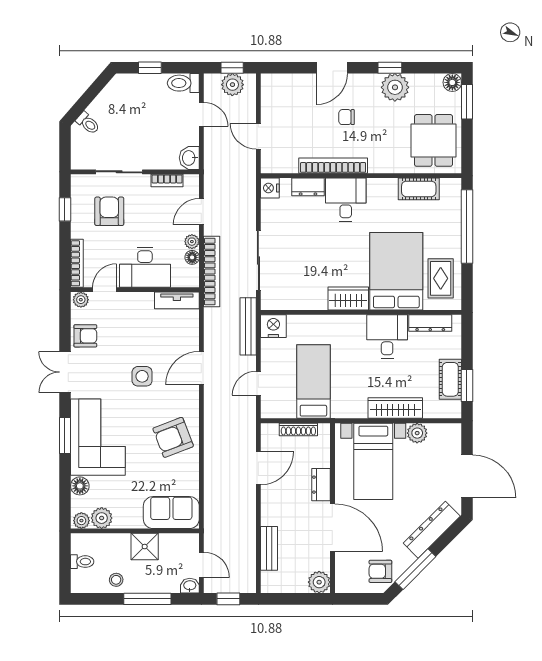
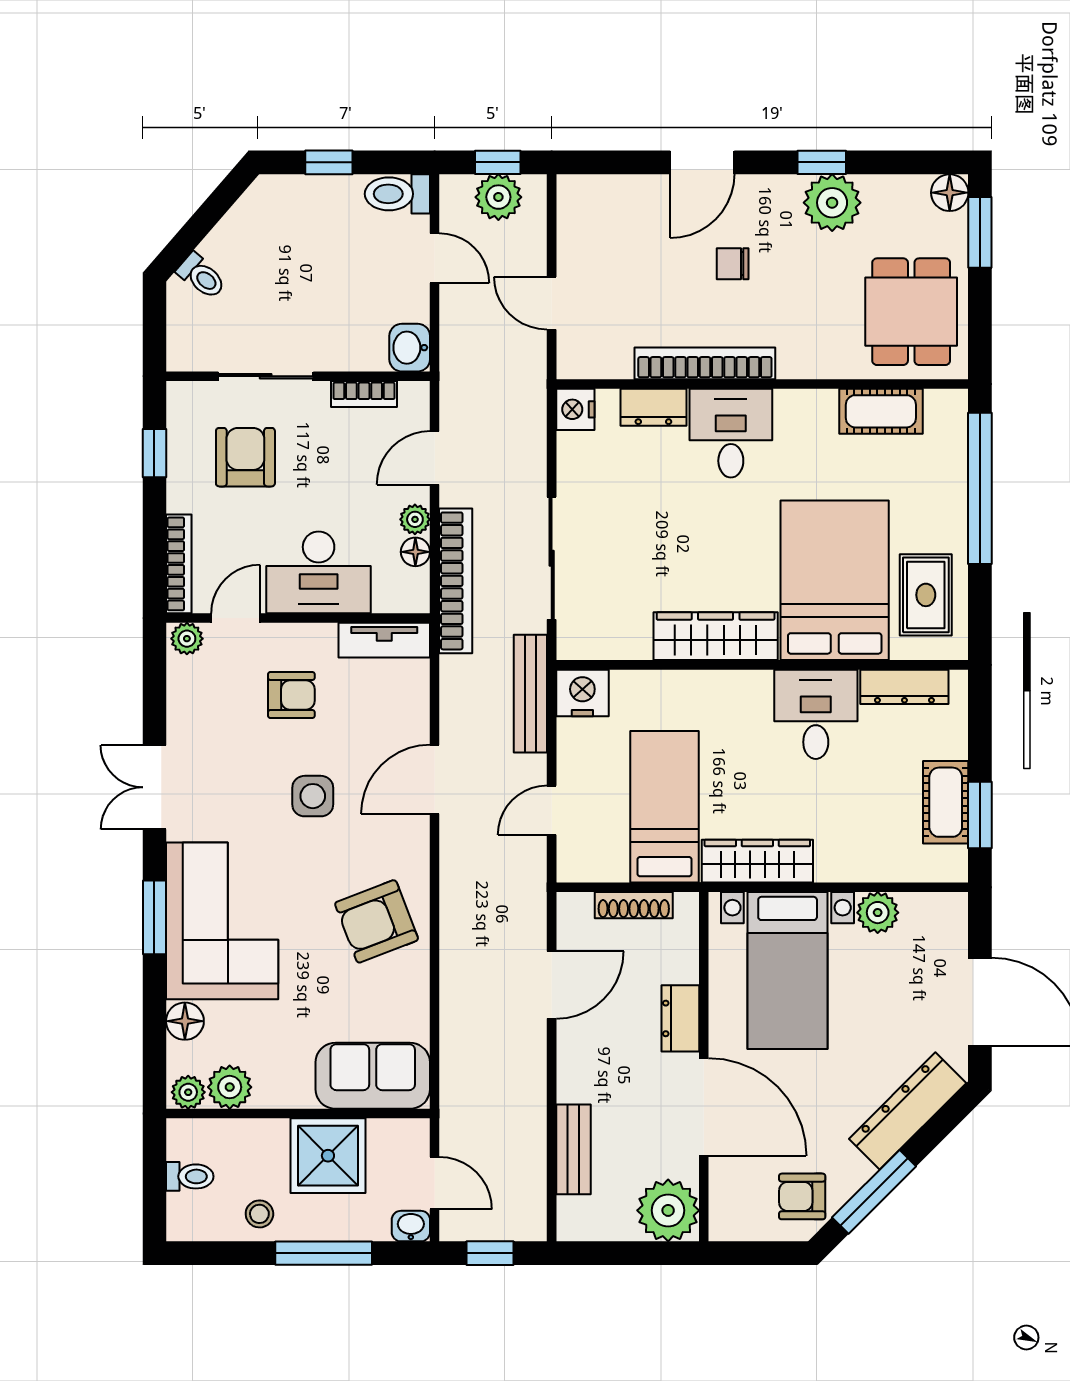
wardrobe: (348, 298) -> (716, 636), width x1.50
armchair: (85, 336) -> (291, 695), moved
wardrobe: (395, 408) -> (757, 861), moved
shower: (145, 547) -> (328, 1156), width x1.36, depth x1.36
plant: (319, 582) -> (668, 1210), width x1.36, depth x1.36

